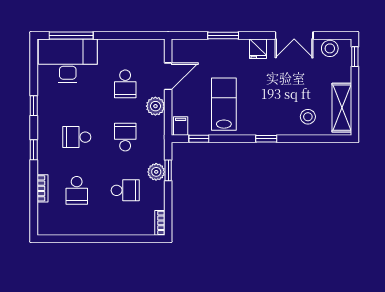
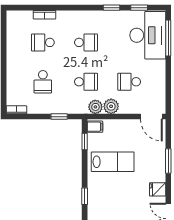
door: (168, 76) -> (151, 117), moved
school desk: (77, 137) -> (86, 42), turned 90
window: (34, 150) -> (139, 8), moved
plant: (156, 172) -> (95, 107), moved

